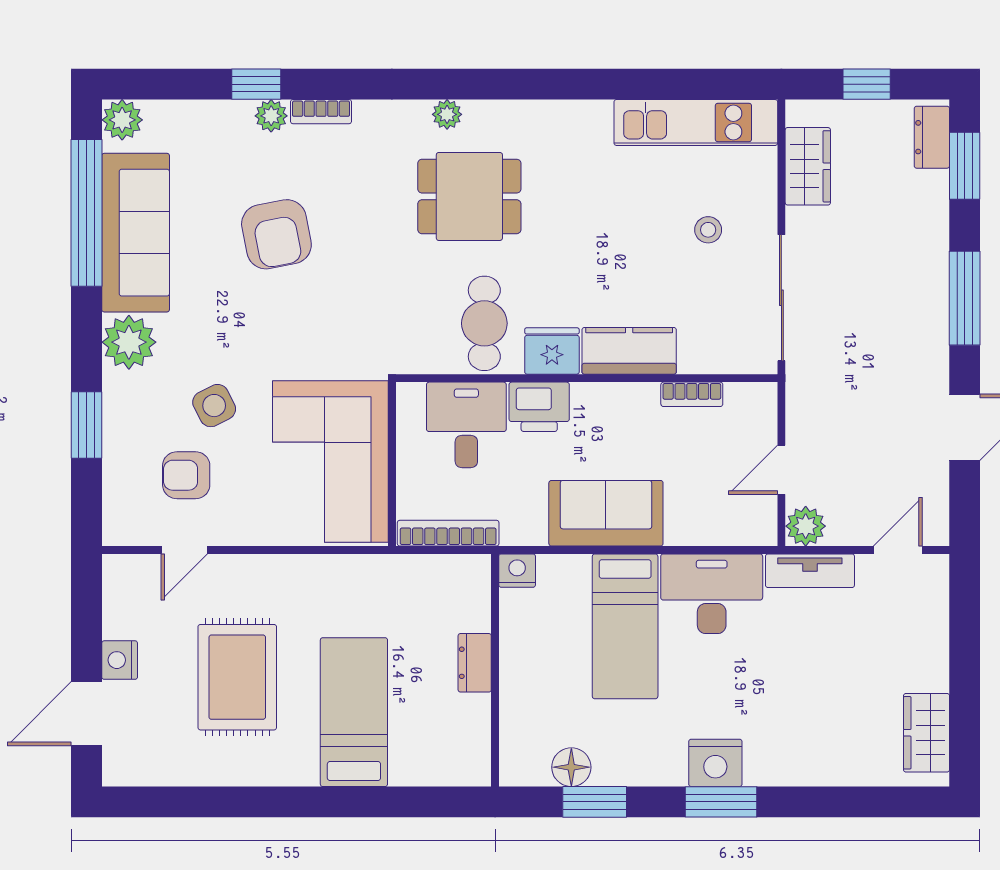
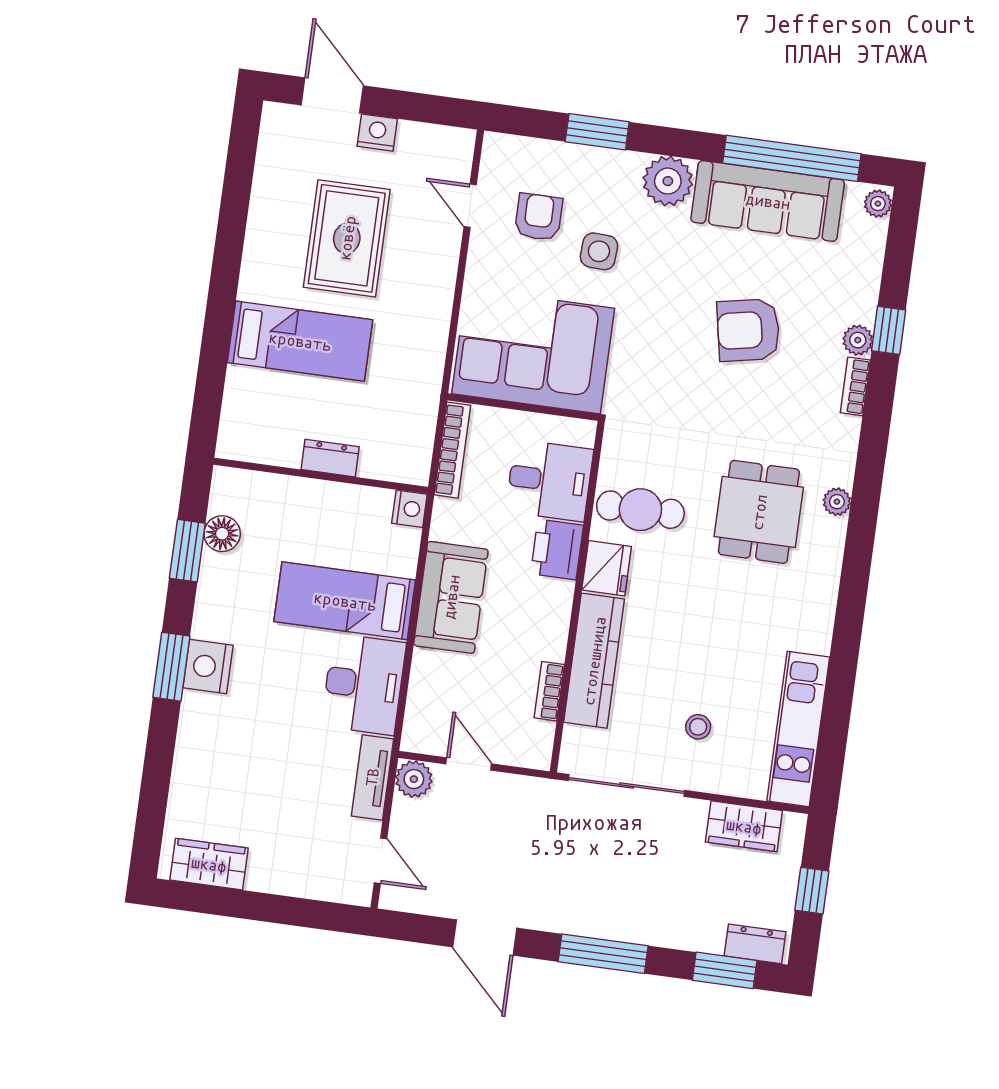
plant: (122, 120) -> (878, 204), width x0.73, depth x0.73
kitchen counter: (629, 351) -> (594, 661), width x1.50
side table: (214, 406) -> (599, 251), turned 30
rug: (237, 677) -> (347, 238), turned 90

